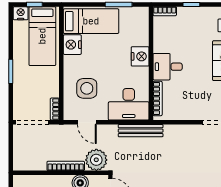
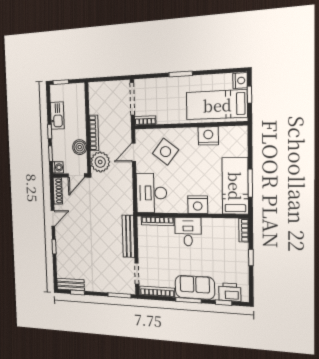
bed: (91, 21) -> (235, 186), moved, turned 180
side table: (87, 88) -> (166, 152), turned 38
bench: (141, 131) -> (128, 236), moved

